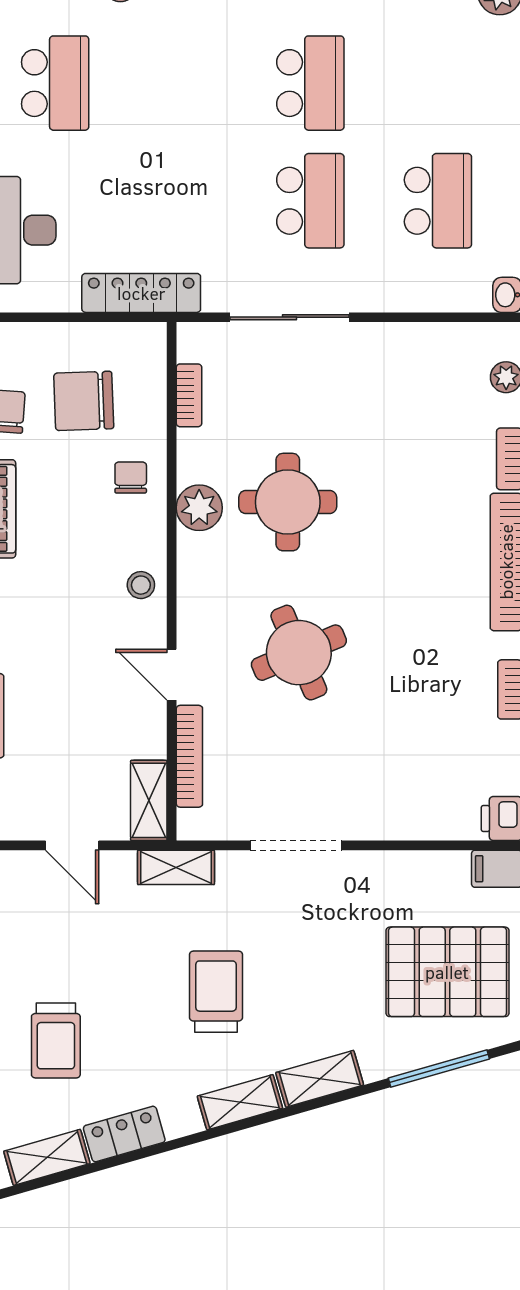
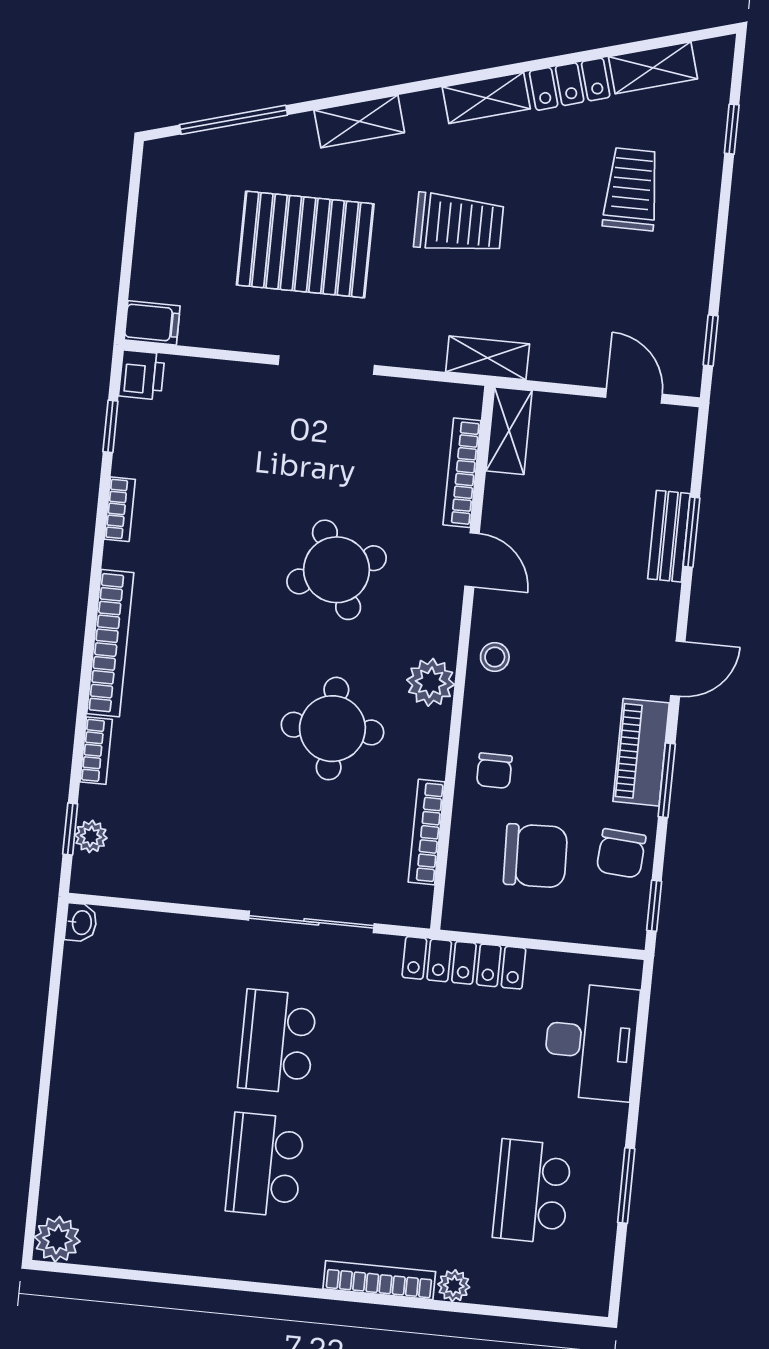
school desk: (438, 201) -> (144, 1028), removed
bookcase: (189, 395) -> (427, 832), width x1.56
plant: (199, 508) -> (431, 682), moved
door: (72, 845) -> (634, 396), moved
doorway: (296, 845) -> (326, 365), moved
pallet: (447, 972) -> (305, 244), moved
trolley: (216, 992) -> (459, 223), turned -90
shelving: (240, 1102) -> (486, 98), moved

